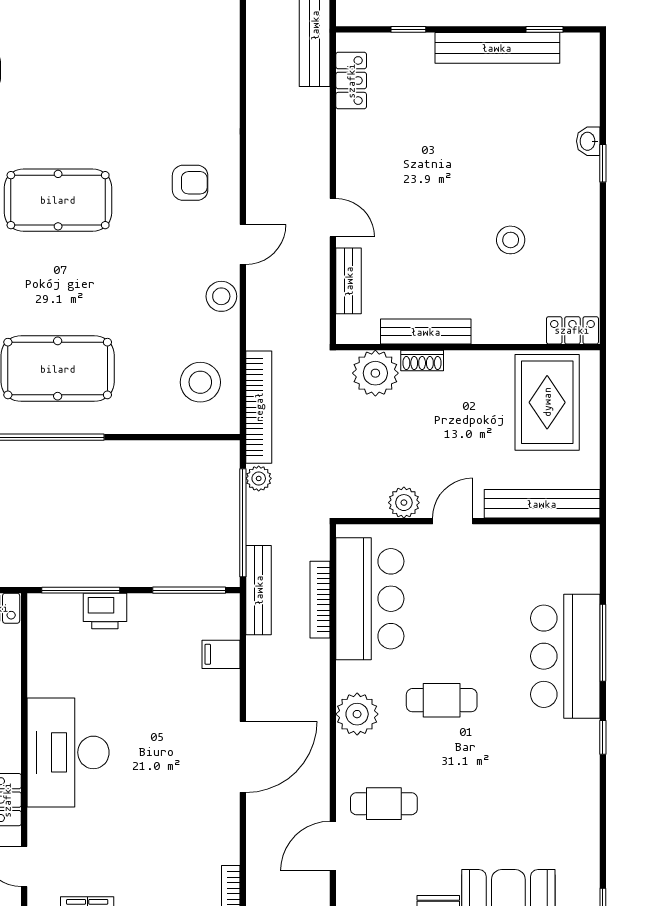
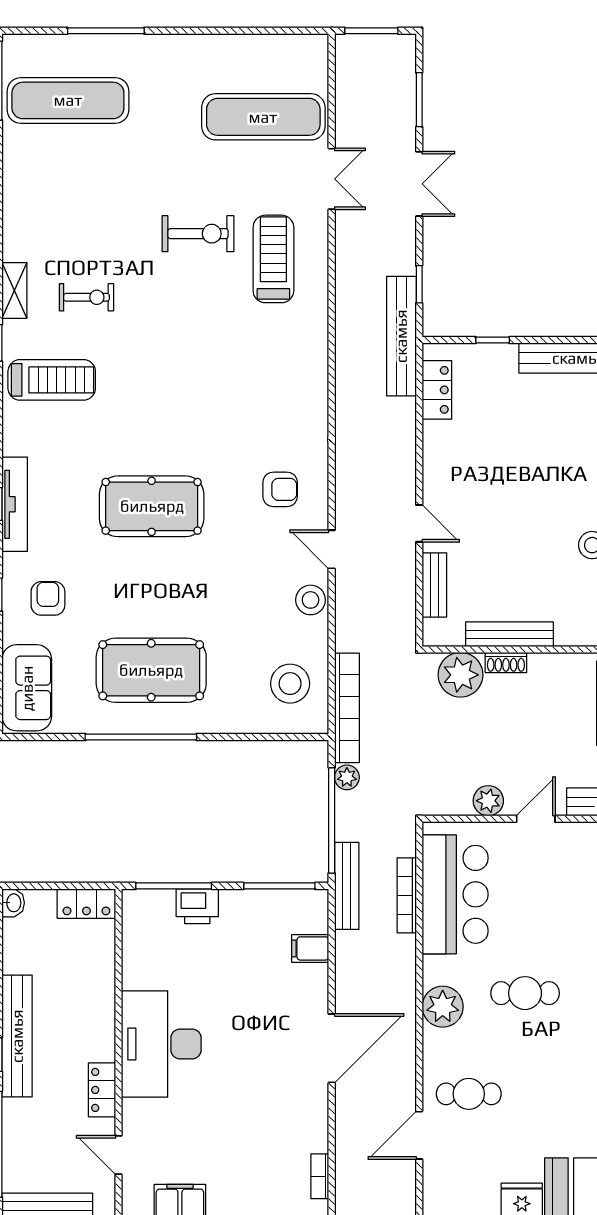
door: (243, 244) -> (332, 549), swing flipped

